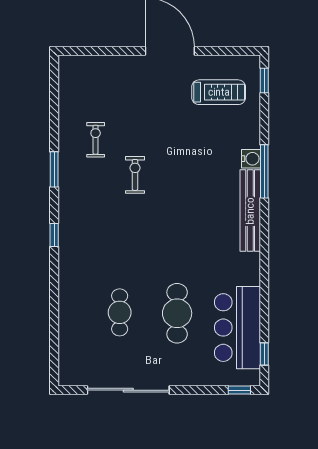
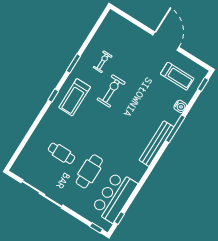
water cooler: (251, 159) -> (180, 106), moved
exercise bike: (135, 175) -> (111, 91), width x1.38, depth x1.39
treadmill: (87, 218) -> (75, 97), added
cafe table: (120, 312) -> (61, 153), turned 90

